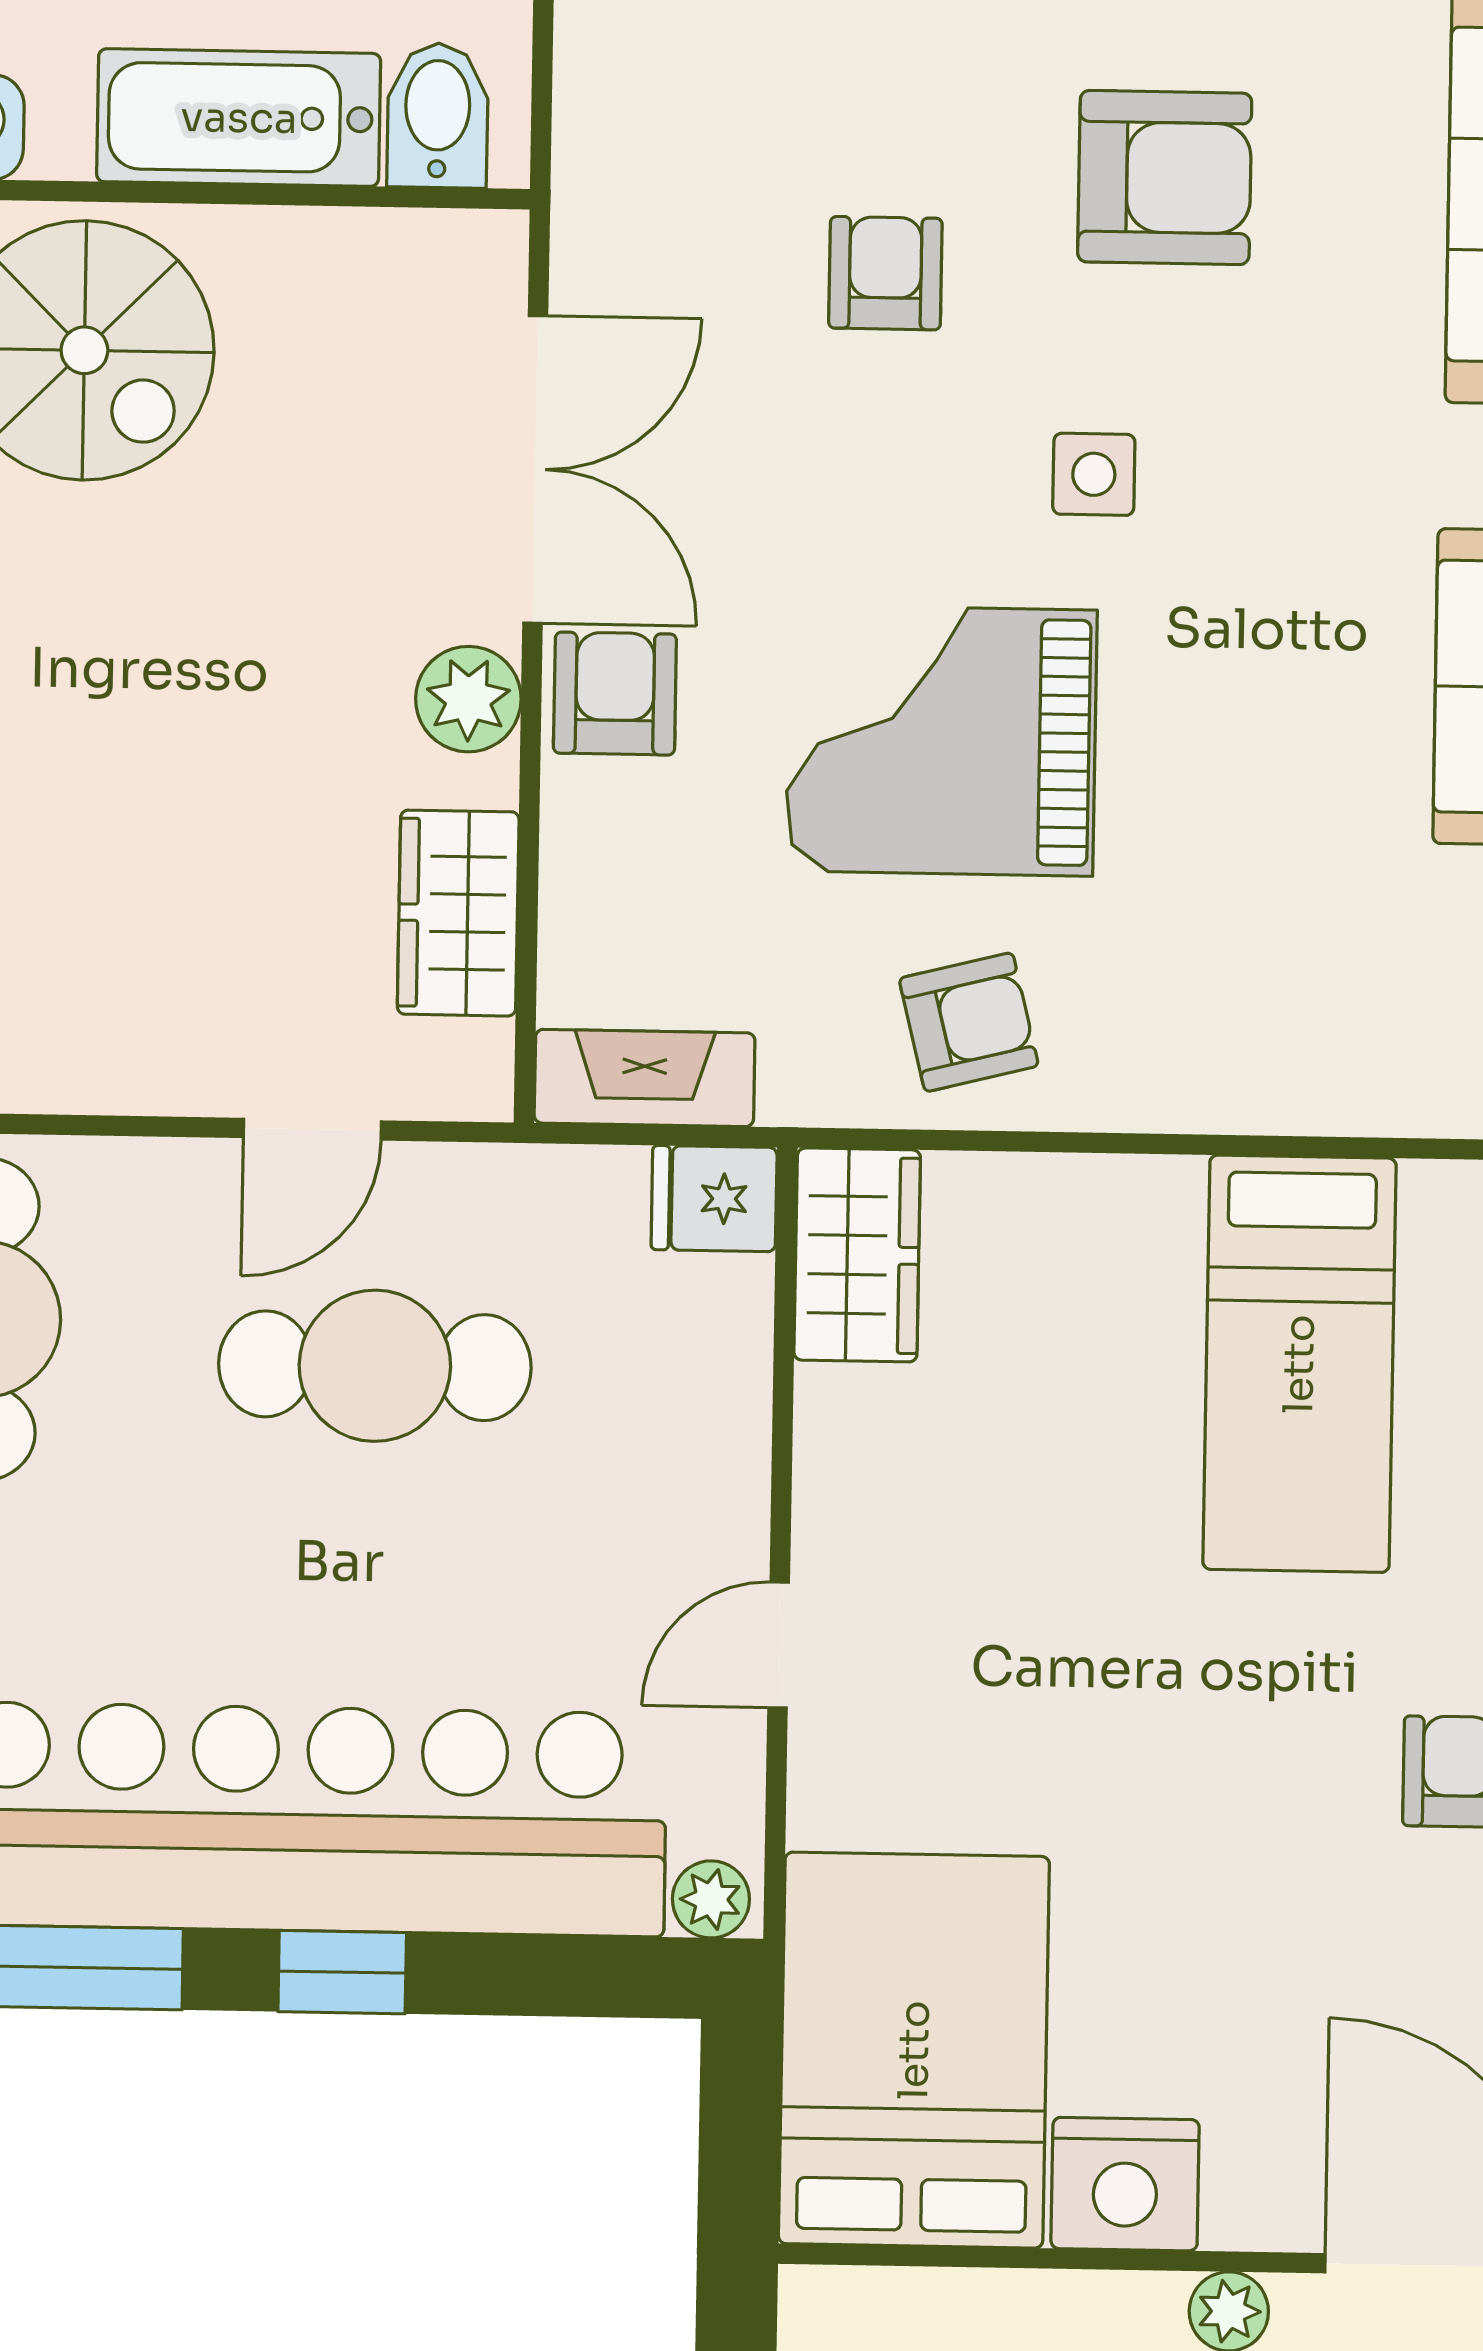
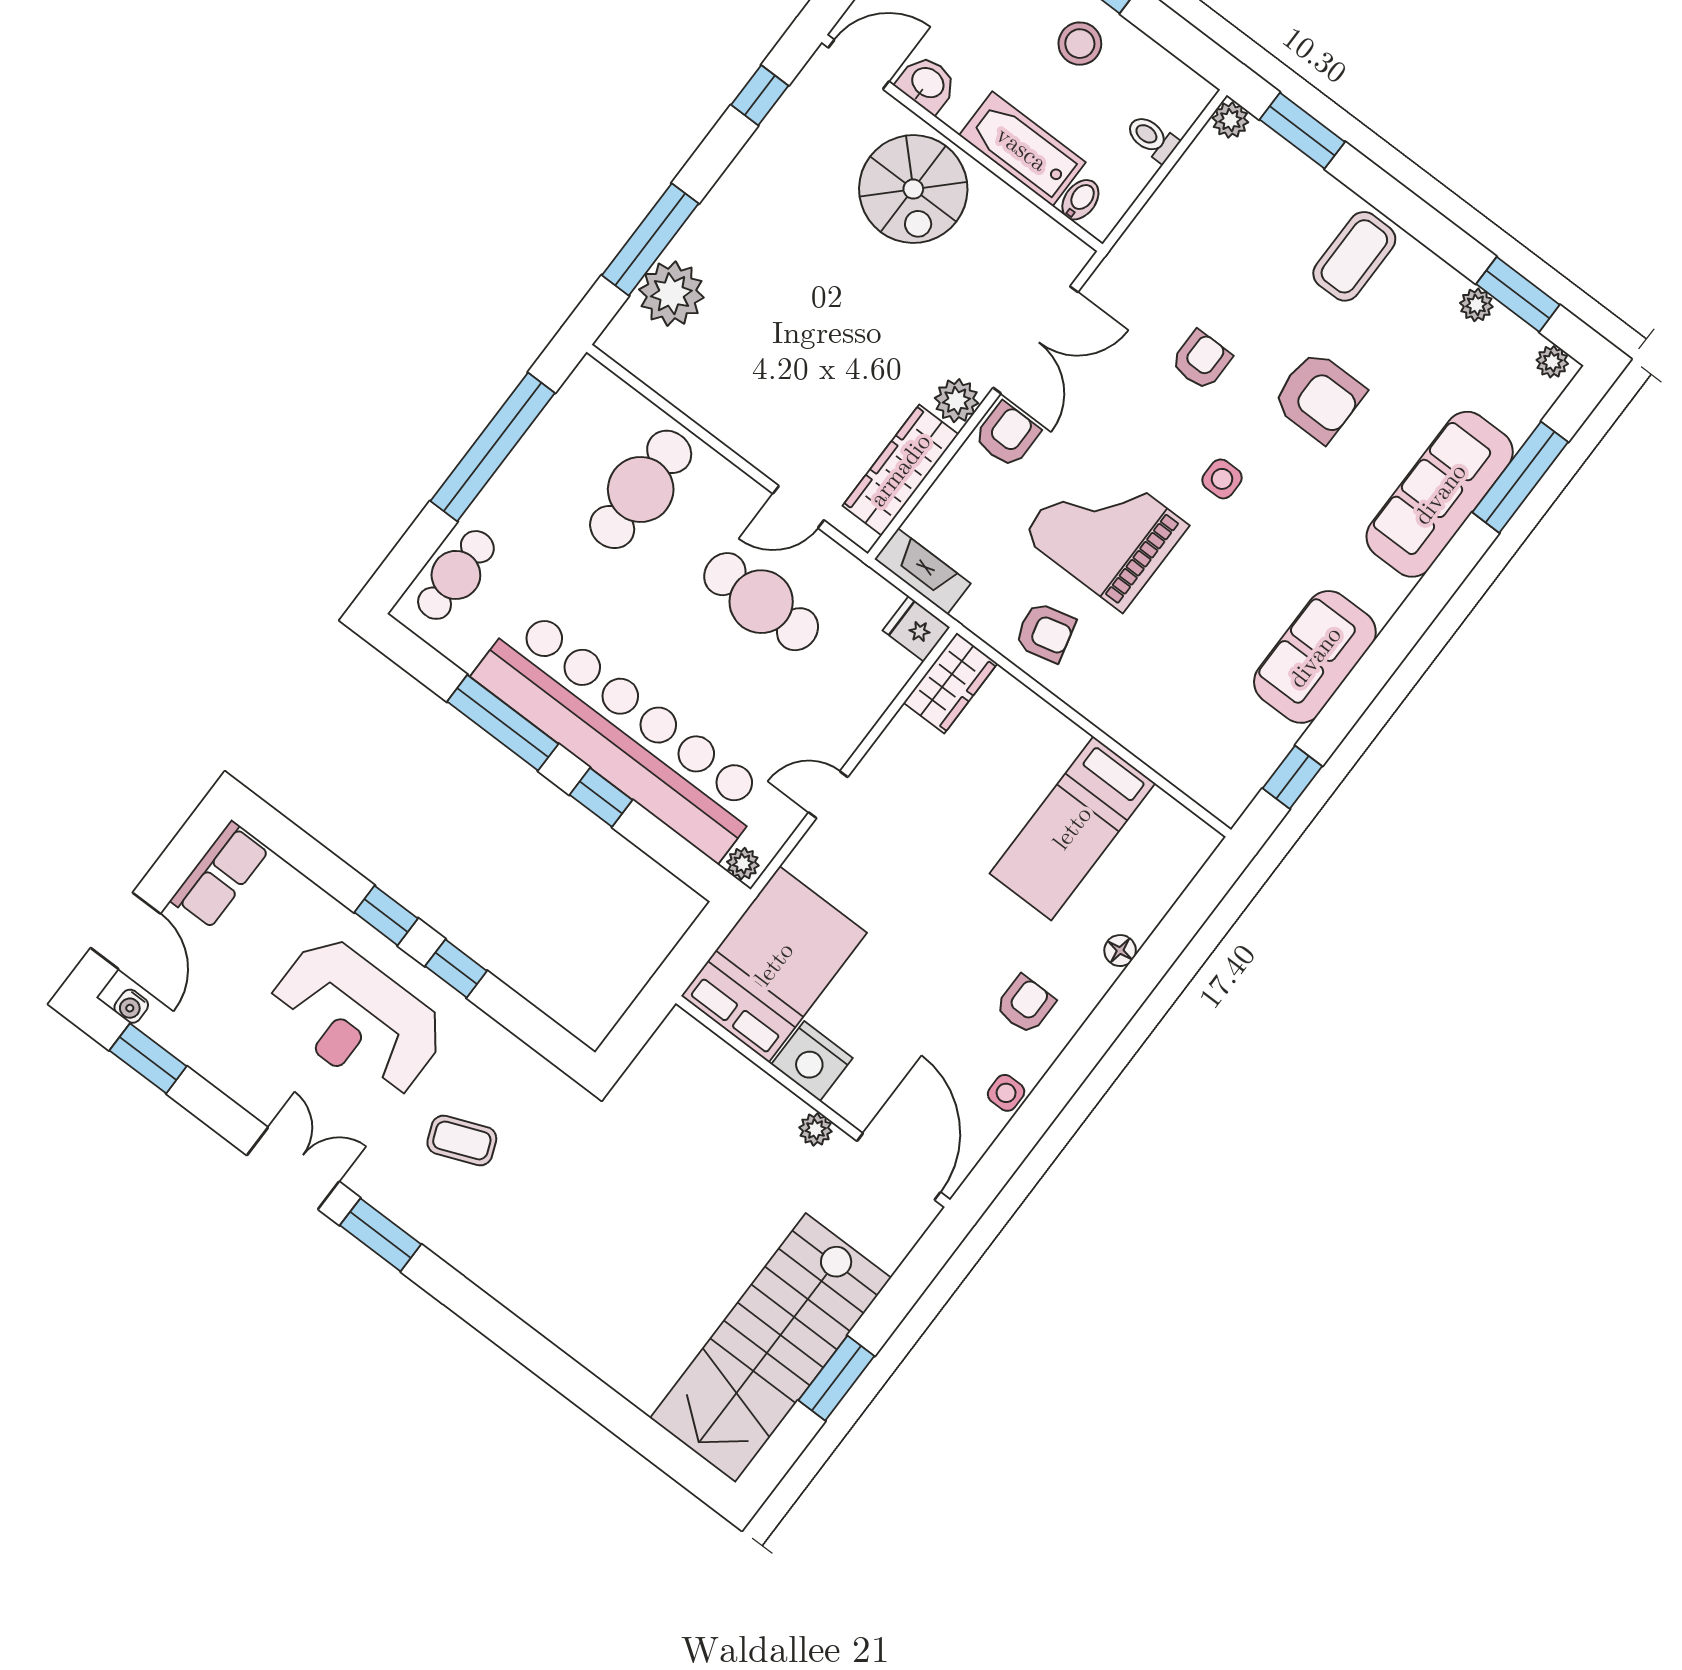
bidet: (438, 115) -> (1080, 200), width x0.72, depth x0.74
wardrobe: (458, 913) -> (900, 470), width x1.50

